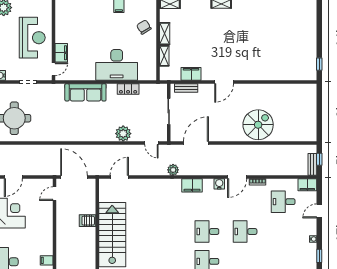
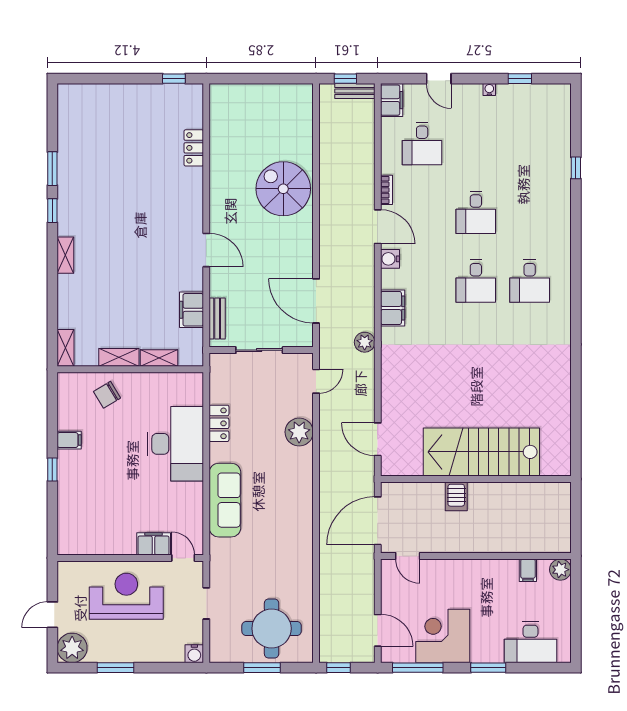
locker: (281, 75) -> (194, 148), added

